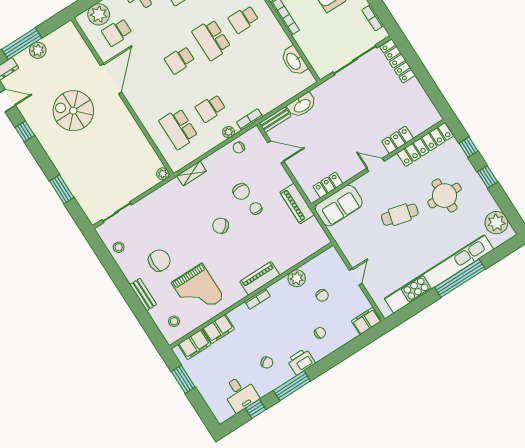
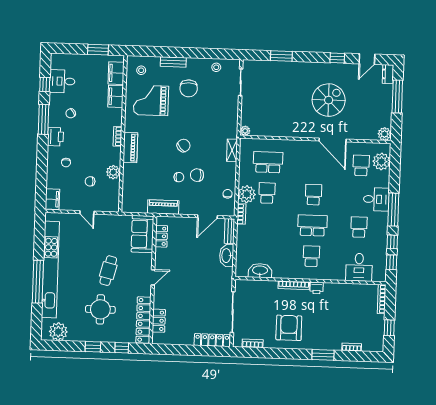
plant: (38, 50) -> (384, 134), moved
plant: (229, 132) -> (247, 194), width x1.87, depth x1.87
locker: (398, 140) -> (159, 321), moved

